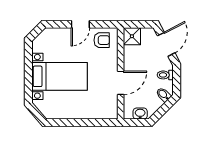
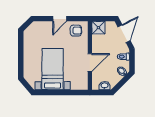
bed with nightstands: (59, 76) -> (53, 69), moved, turned -90

